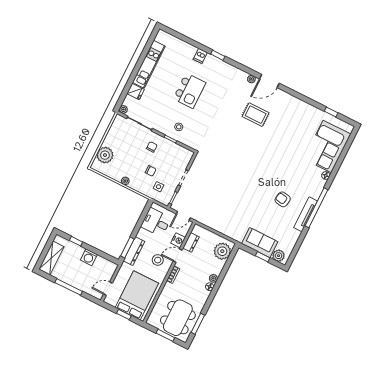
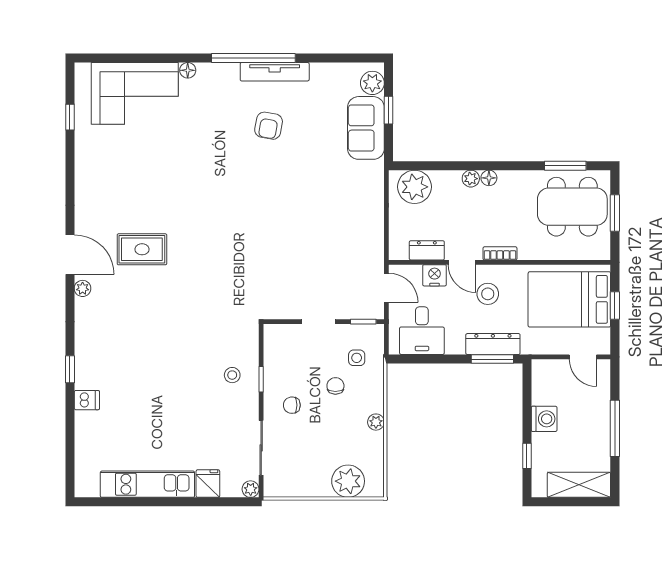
kitchen island: (189, 91) -> (158, 388), removed
rug: (256, 115) -> (142, 249), turned 90

